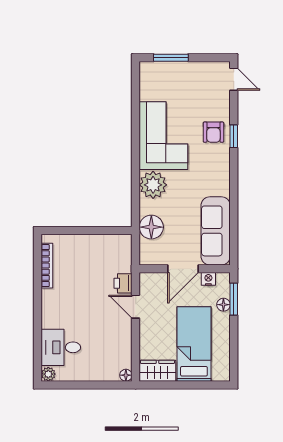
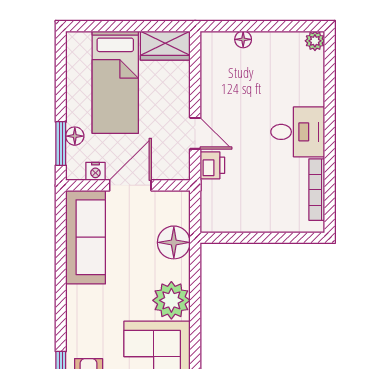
desk: (61, 347) -> (298, 132), moved
floor lamp: (126, 375) -> (243, 39), moved

